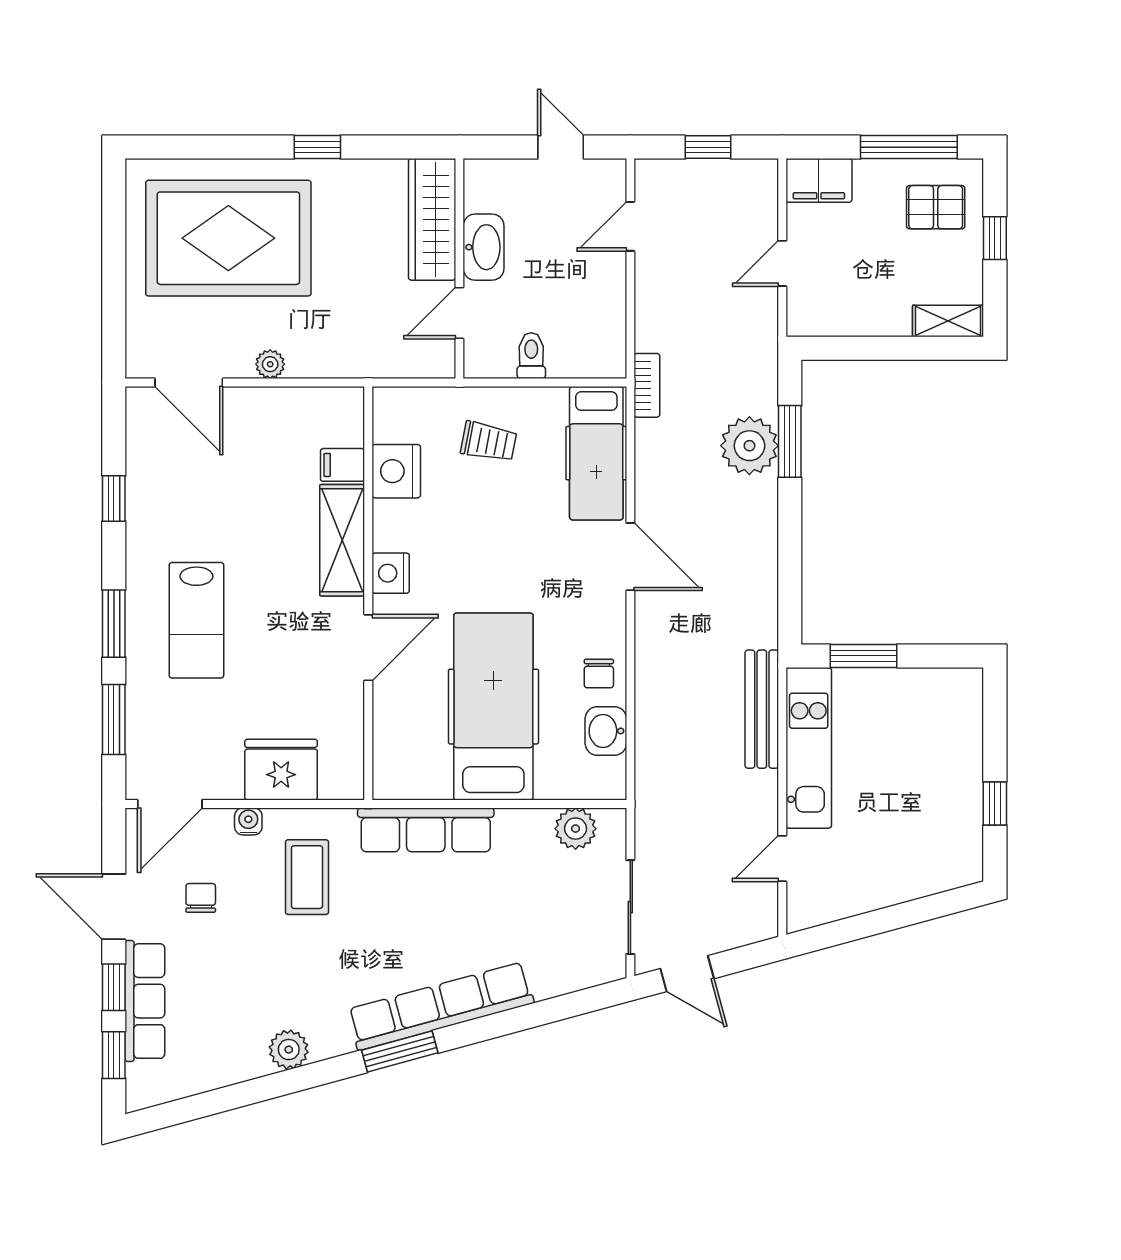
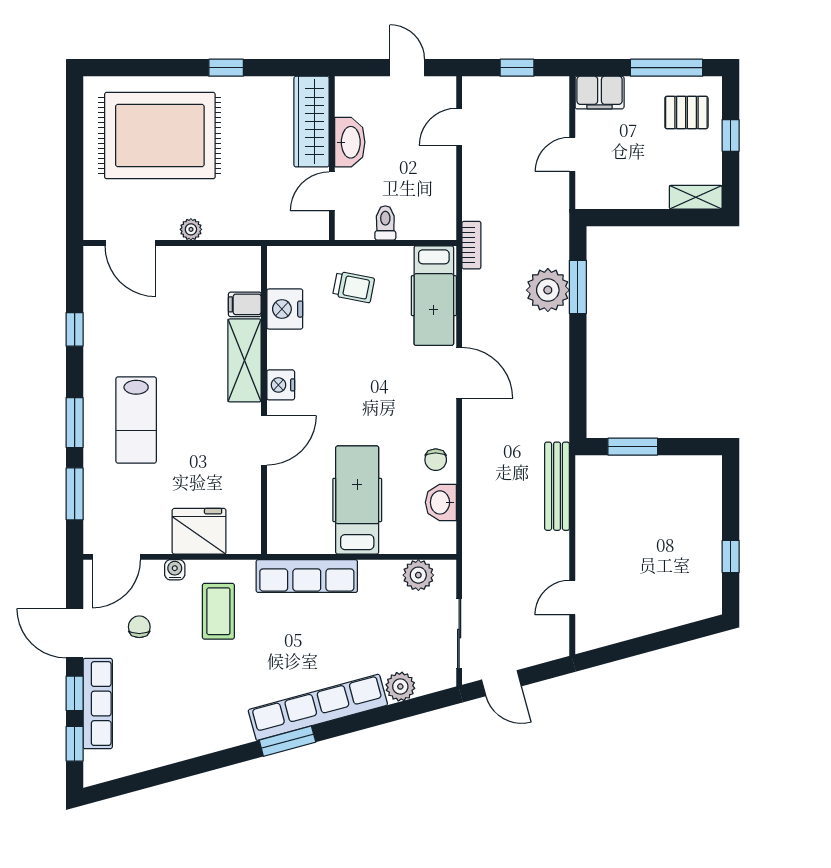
hospital bed: (493, 707) -> (357, 500), width x0.73, depth x0.78
kitchen unit: (809, 748) -> (592, 515), removed
plant: (289, 1050) -> (400, 687), moved

